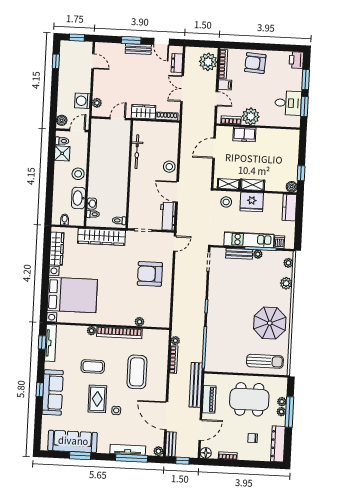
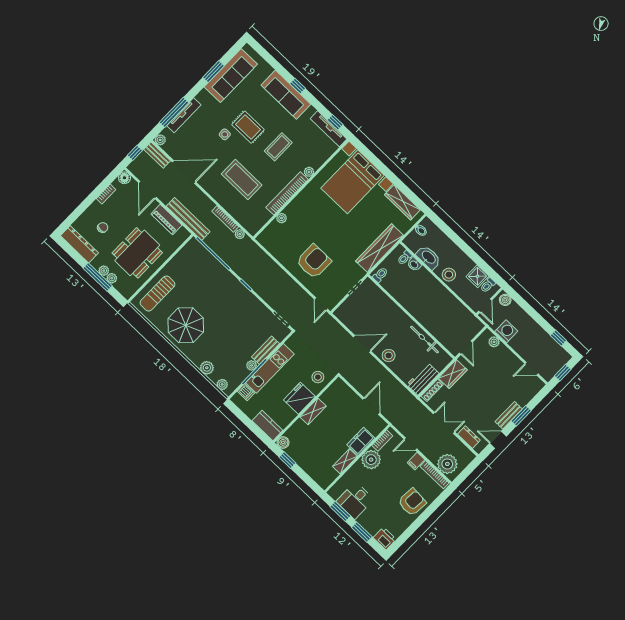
shelving: (229, 184) -> (345, 461), moved
workbench: (168, 216) -> (423, 379), moved, turned -90

